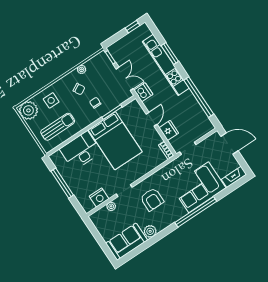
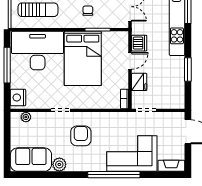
dishwasher: (143, 92) -> (139, 43), moved
window: (199, 97) -> (188, 69), width x0.47
desk: (81, 151) -> (38, 51), width x1.36, depth x1.30
nightstand: (99, 197) -> (18, 97), moved, turned 90
armchair: (152, 199) -> (81, 136), turned 180
plant: (111, 206) -> (26, 117), moved

